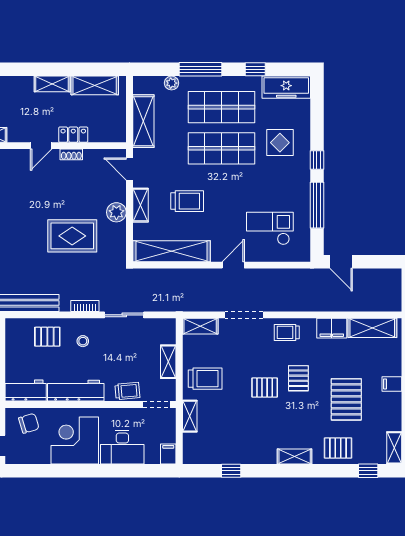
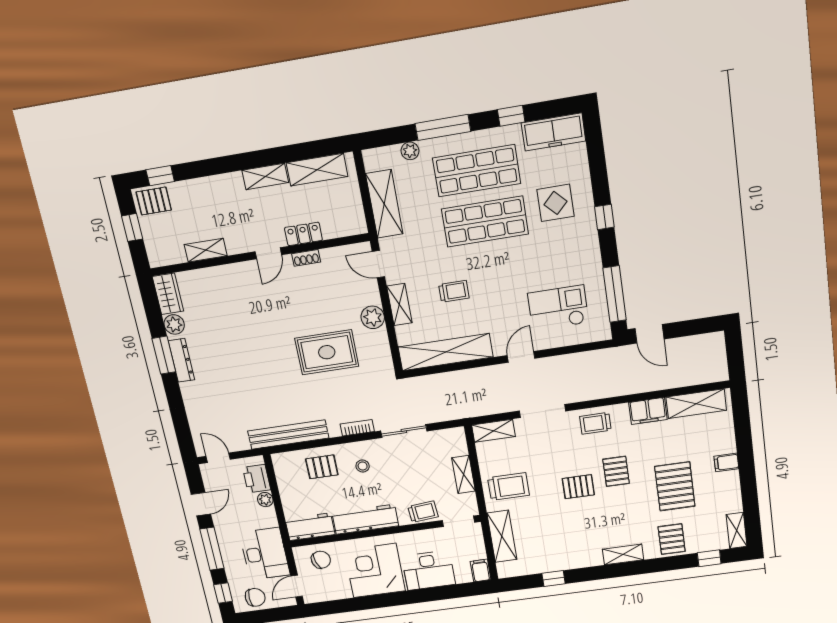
trolley: (187, 201) -> (454, 291), width x0.73, depth x0.72
window: (317, 205) -> (615, 294), moved
shelving: (190, 416) -> (502, 536), width x1.50, depth x1.33
pallet: (338, 448) -> (672, 539), turned 90

